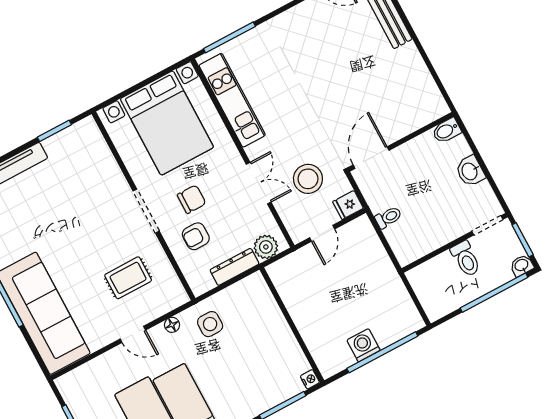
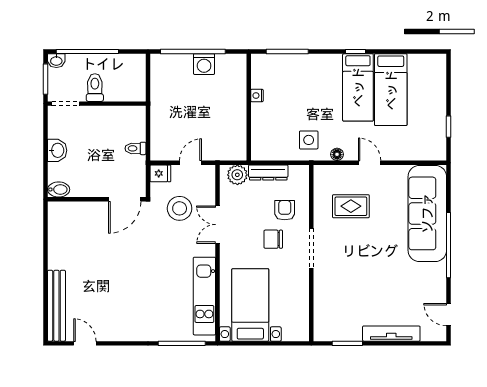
bed with nightstands: (167, 123) -> (250, 305), width x0.73
armchair: (196, 236) -> (285, 210), turned -90
nightstand: (310, 379) -> (257, 96), moved

